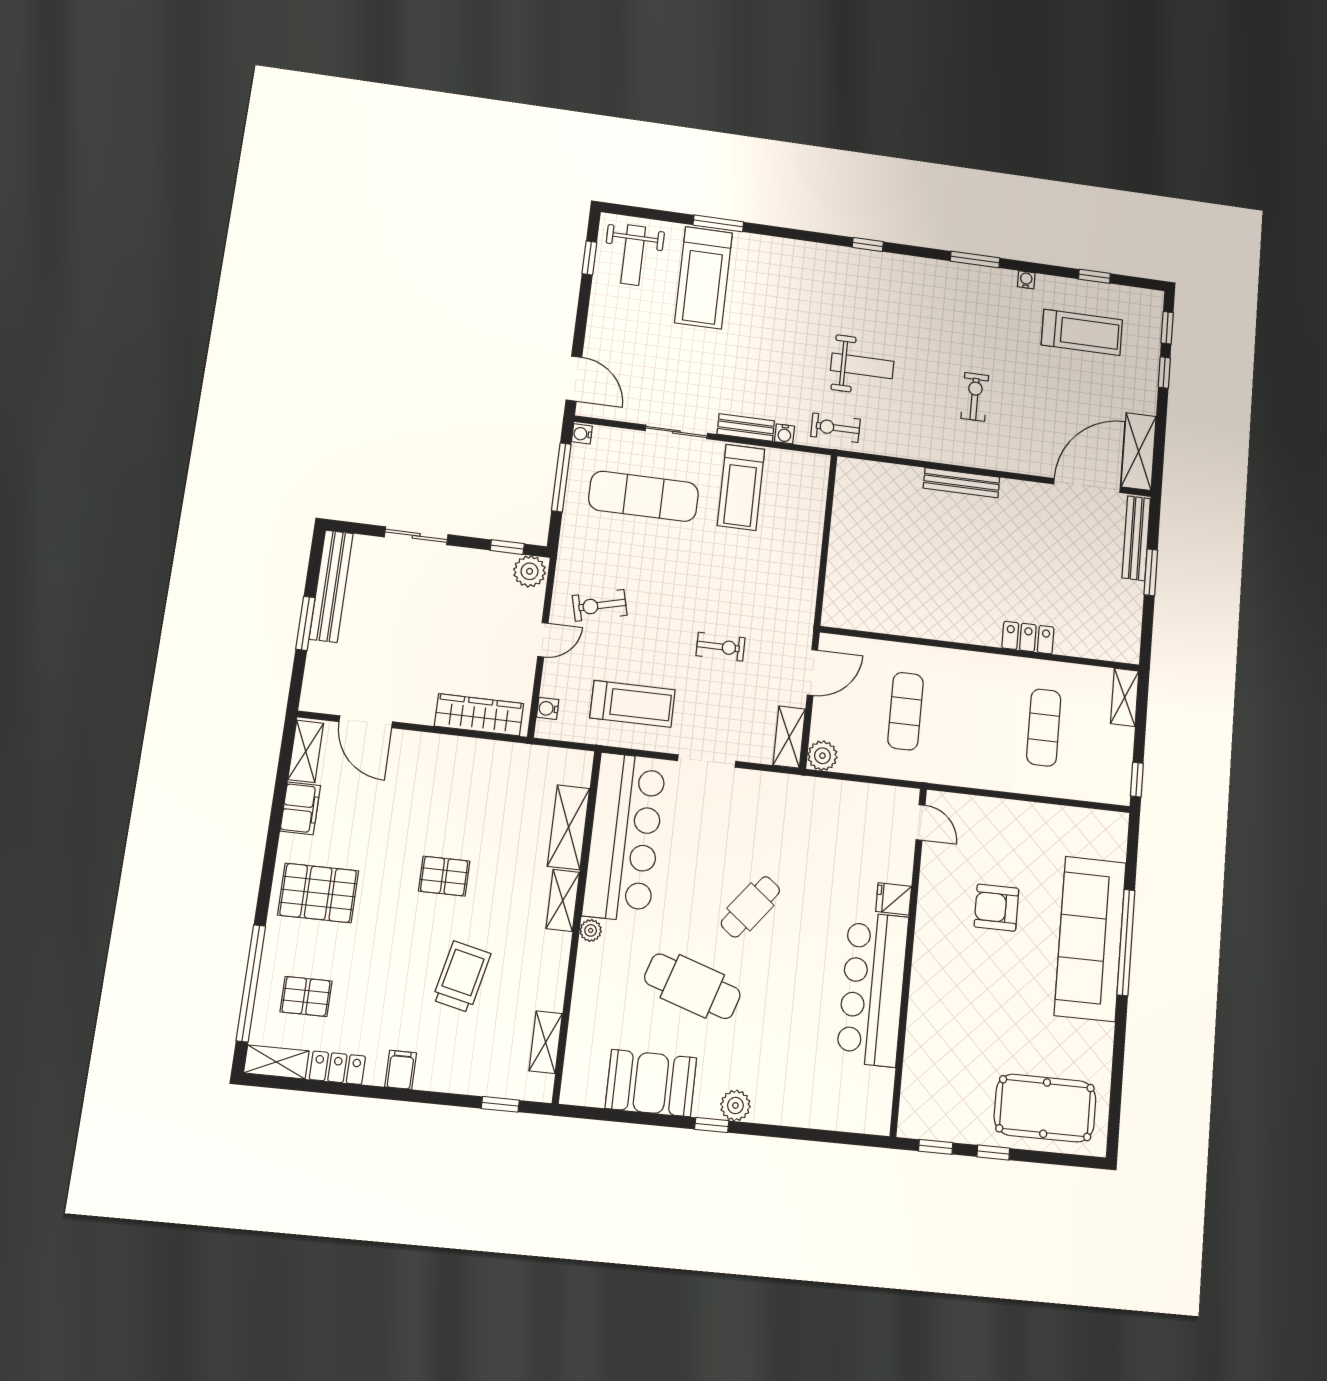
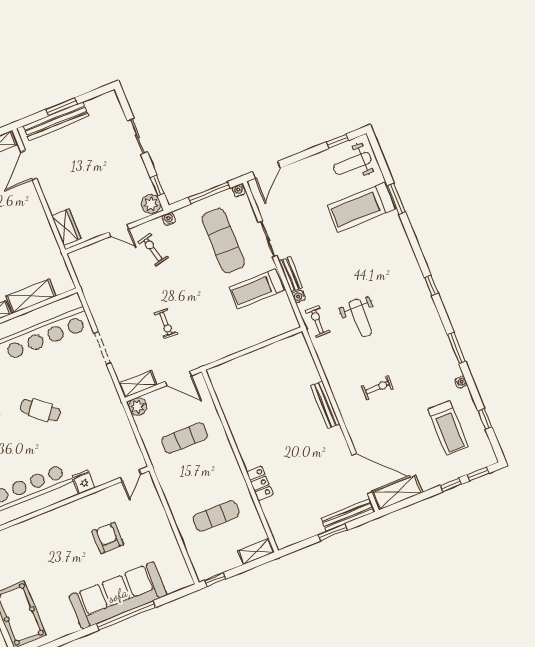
bench: (331, 586) -> (56, 121), moved
treadmill: (633, 704) -> (111, 294), removed
water cooler: (548, 708) -> (169, 219), moved
wardrobe: (479, 715) -> (66, 227), width x0.67

